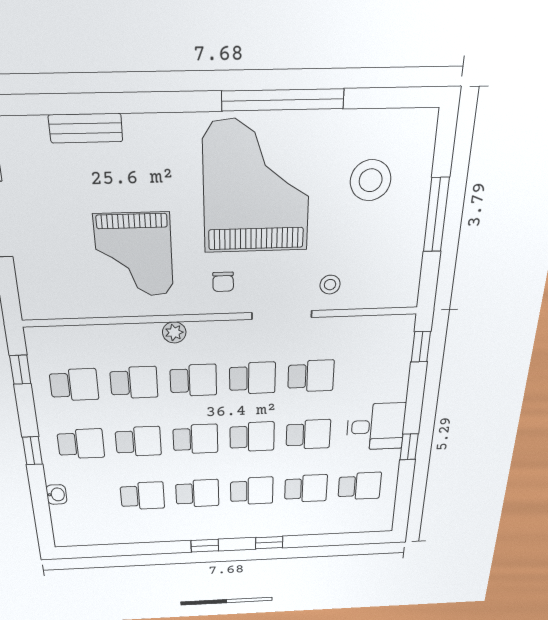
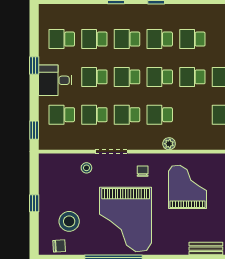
chair: (395, 128) -> (59, 246), added
window: (436, 215) -> (34, 203), width x0.46
school desk: (134, 383) -> (62, 115), moved

